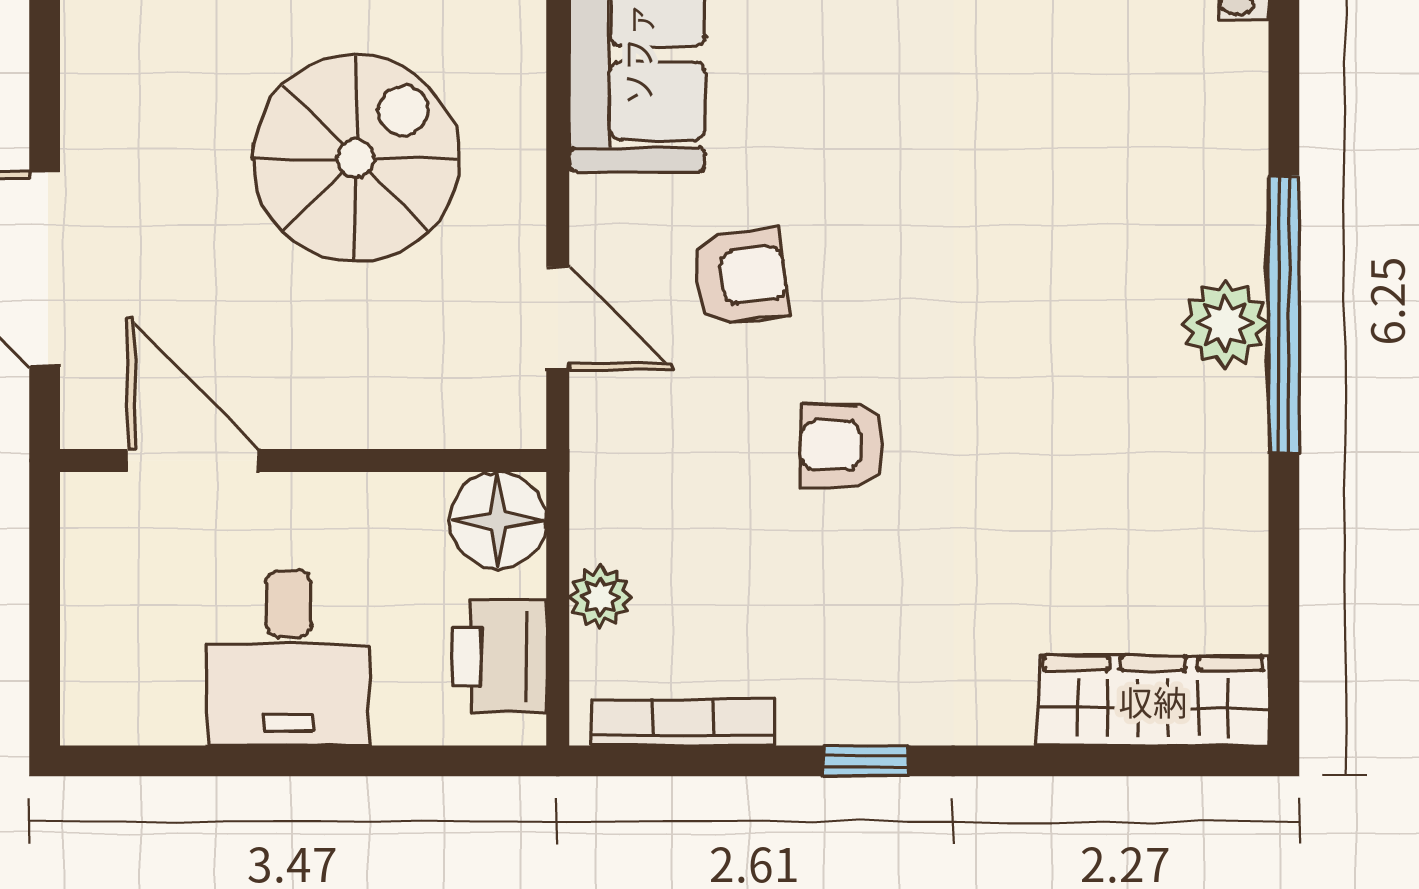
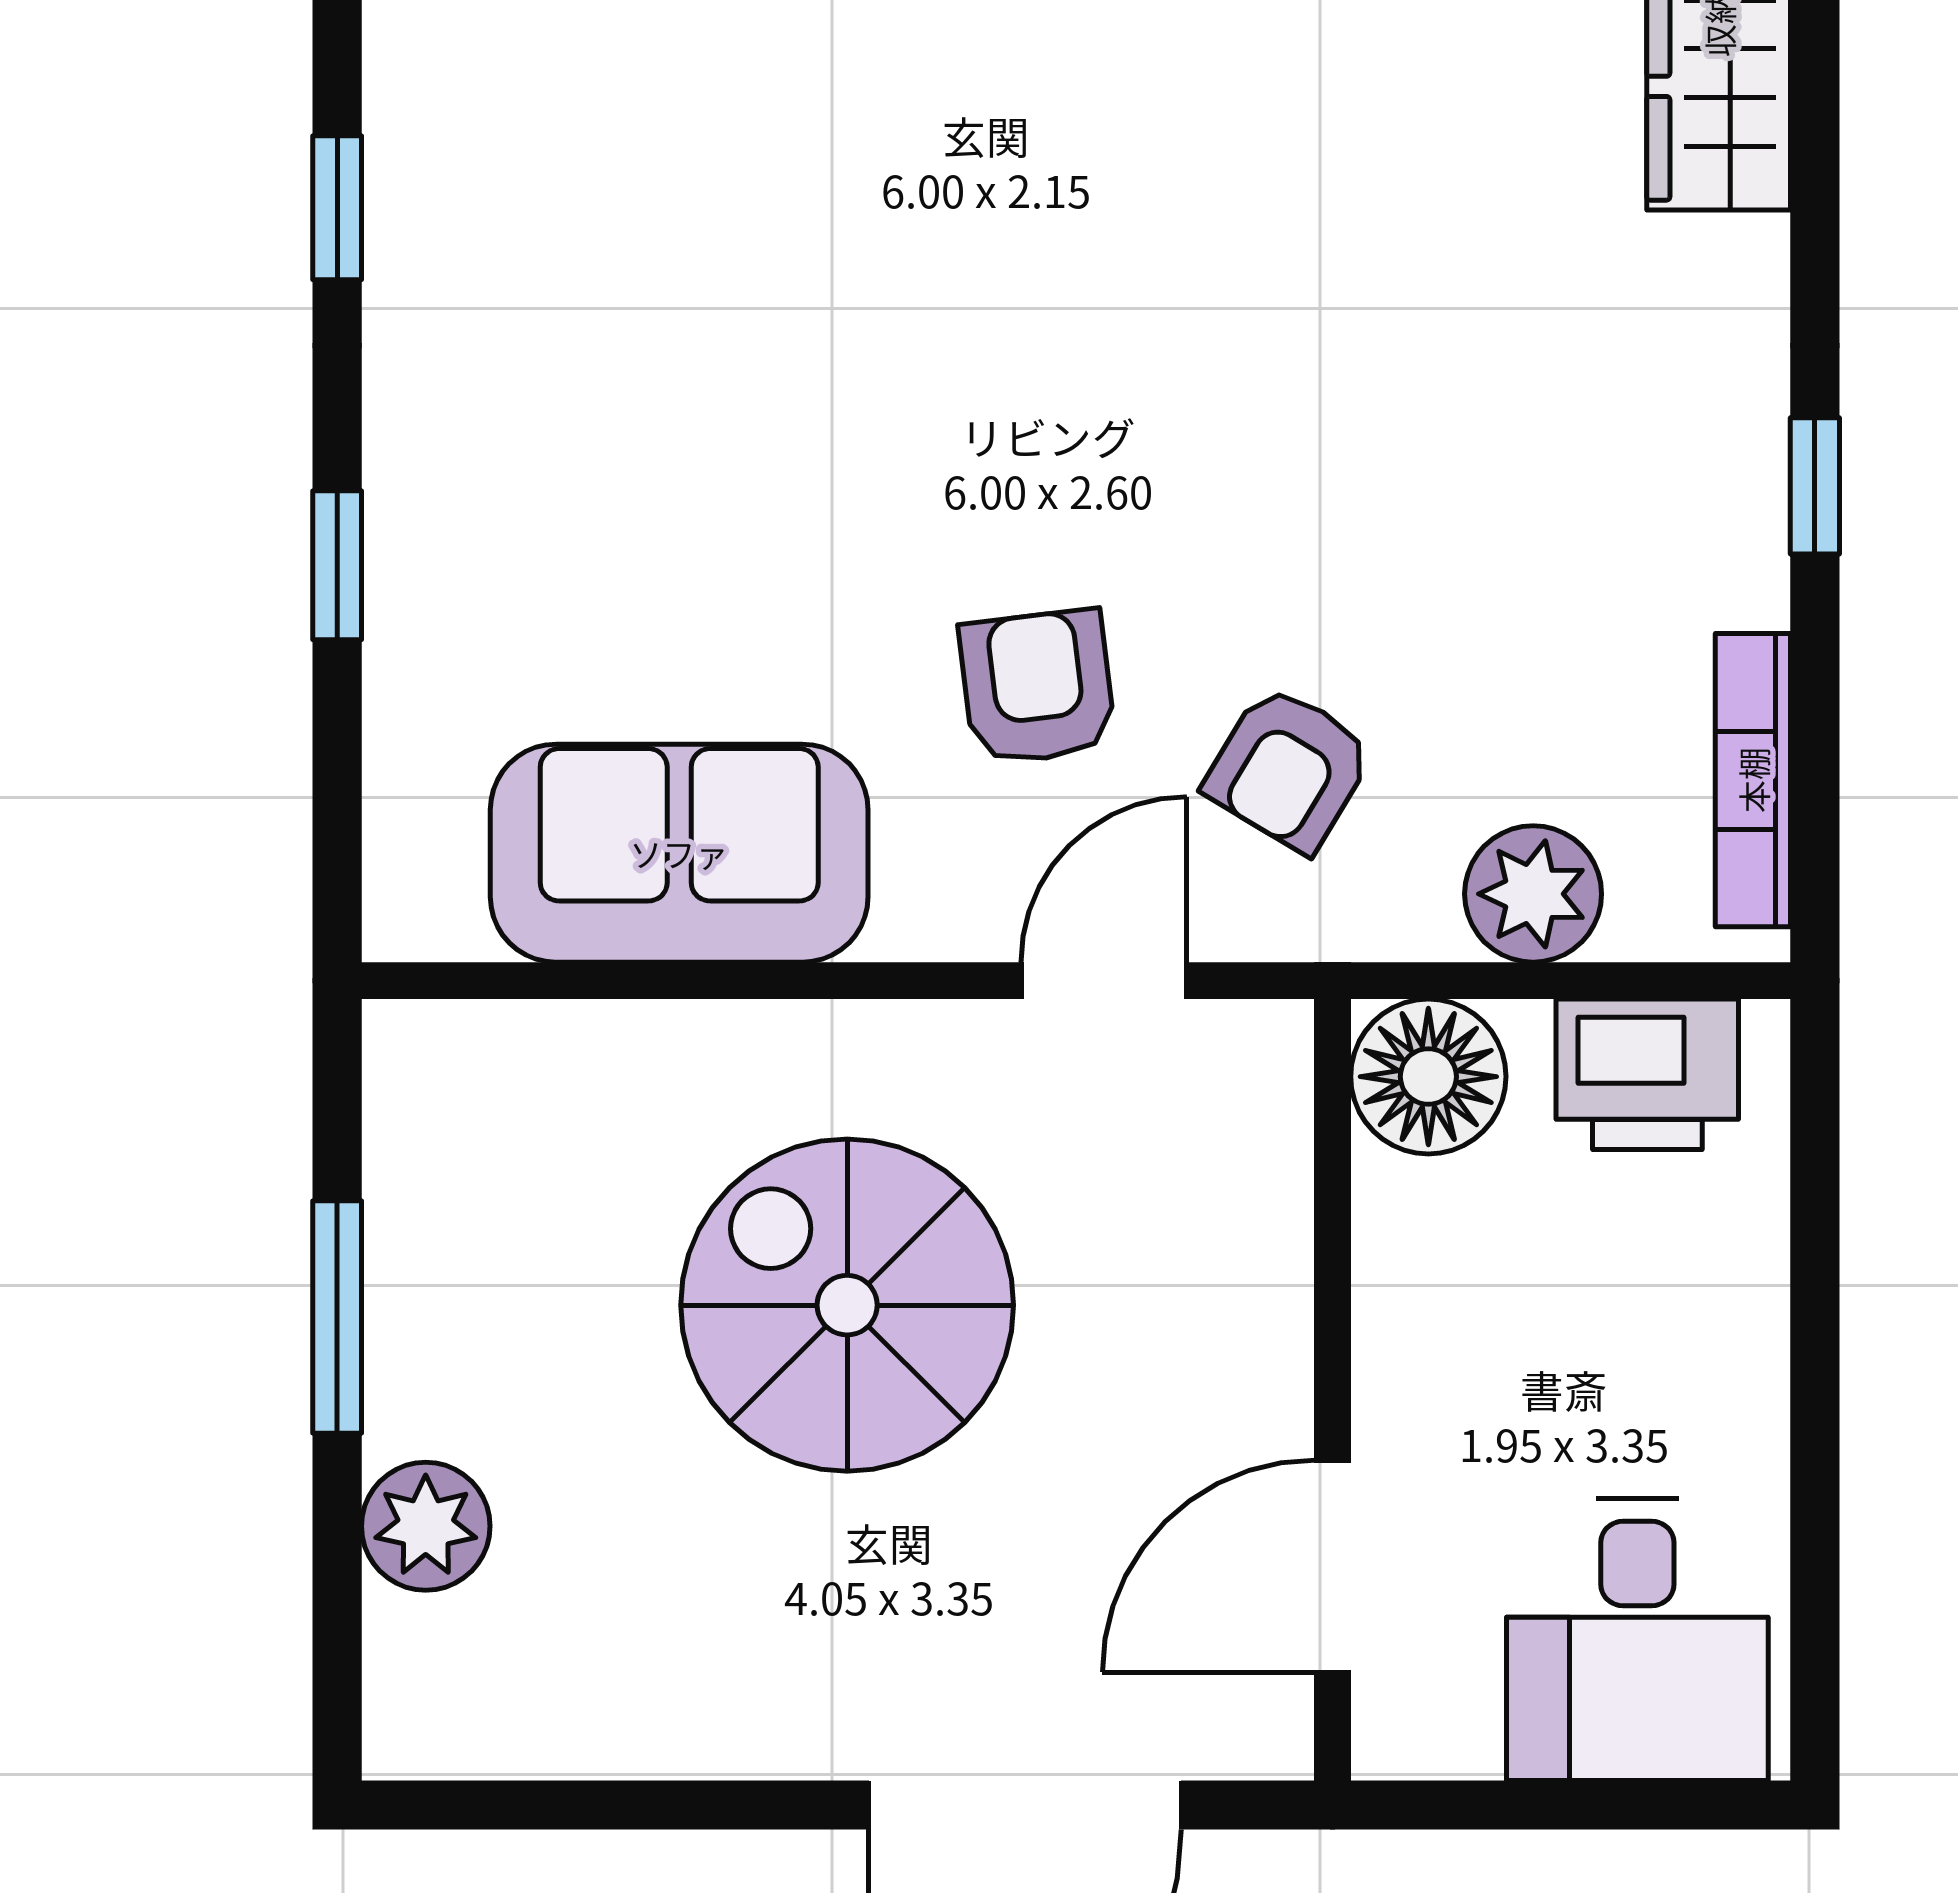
armchair: (842, 445) -> (1289, 769), moved, turned 31
plant: (600, 597) -> (1533, 894), width x1.38, depth x1.38
desk: (288, 658) -> (1637, 1640), moved, turned 90

